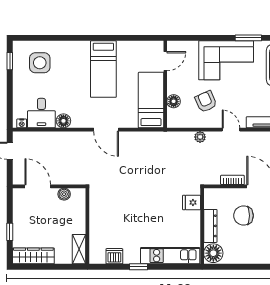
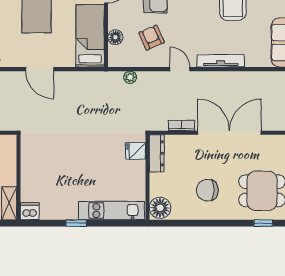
plant: (200, 137) -> (130, 77), moved
chair: (243, 216) -> (207, 190), moved
dresser: (210, 226) -> (157, 153), moved
dishwasher: (114, 256) -> (30, 211), moved

